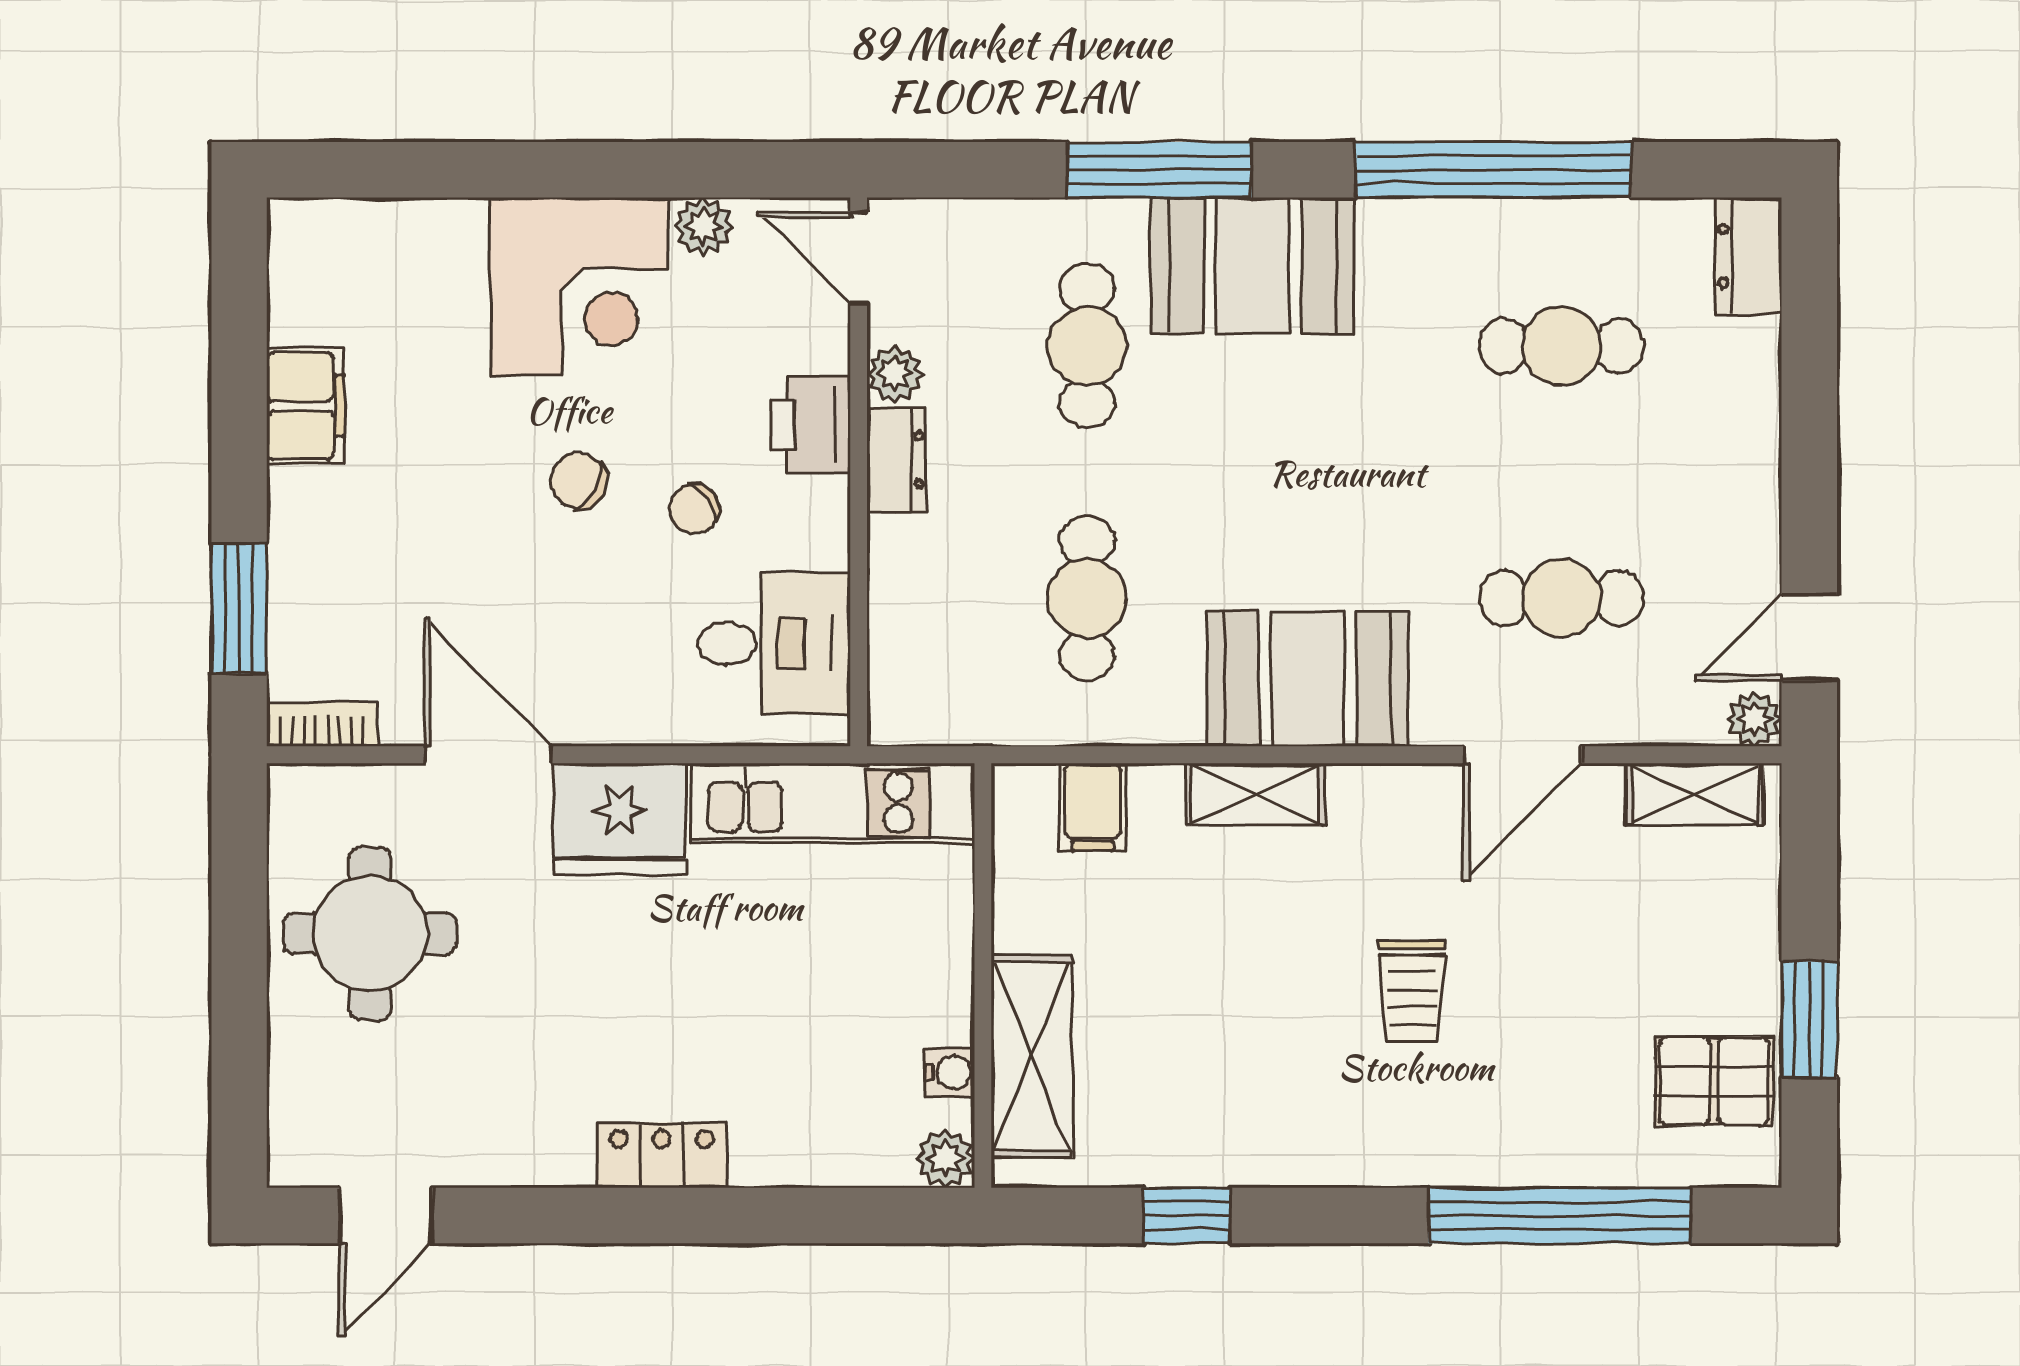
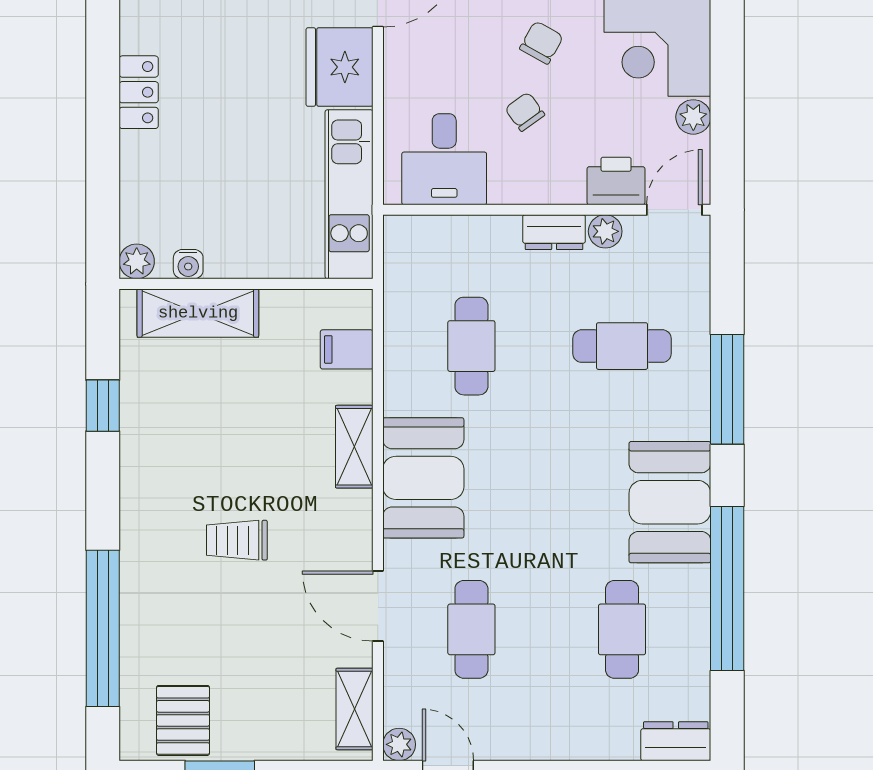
booth: (1252, 266) -> (670, 502), moved
printer: (810, 425) -> (616, 181), moved
cafe table: (1087, 598) -> (471, 346), turned 90

